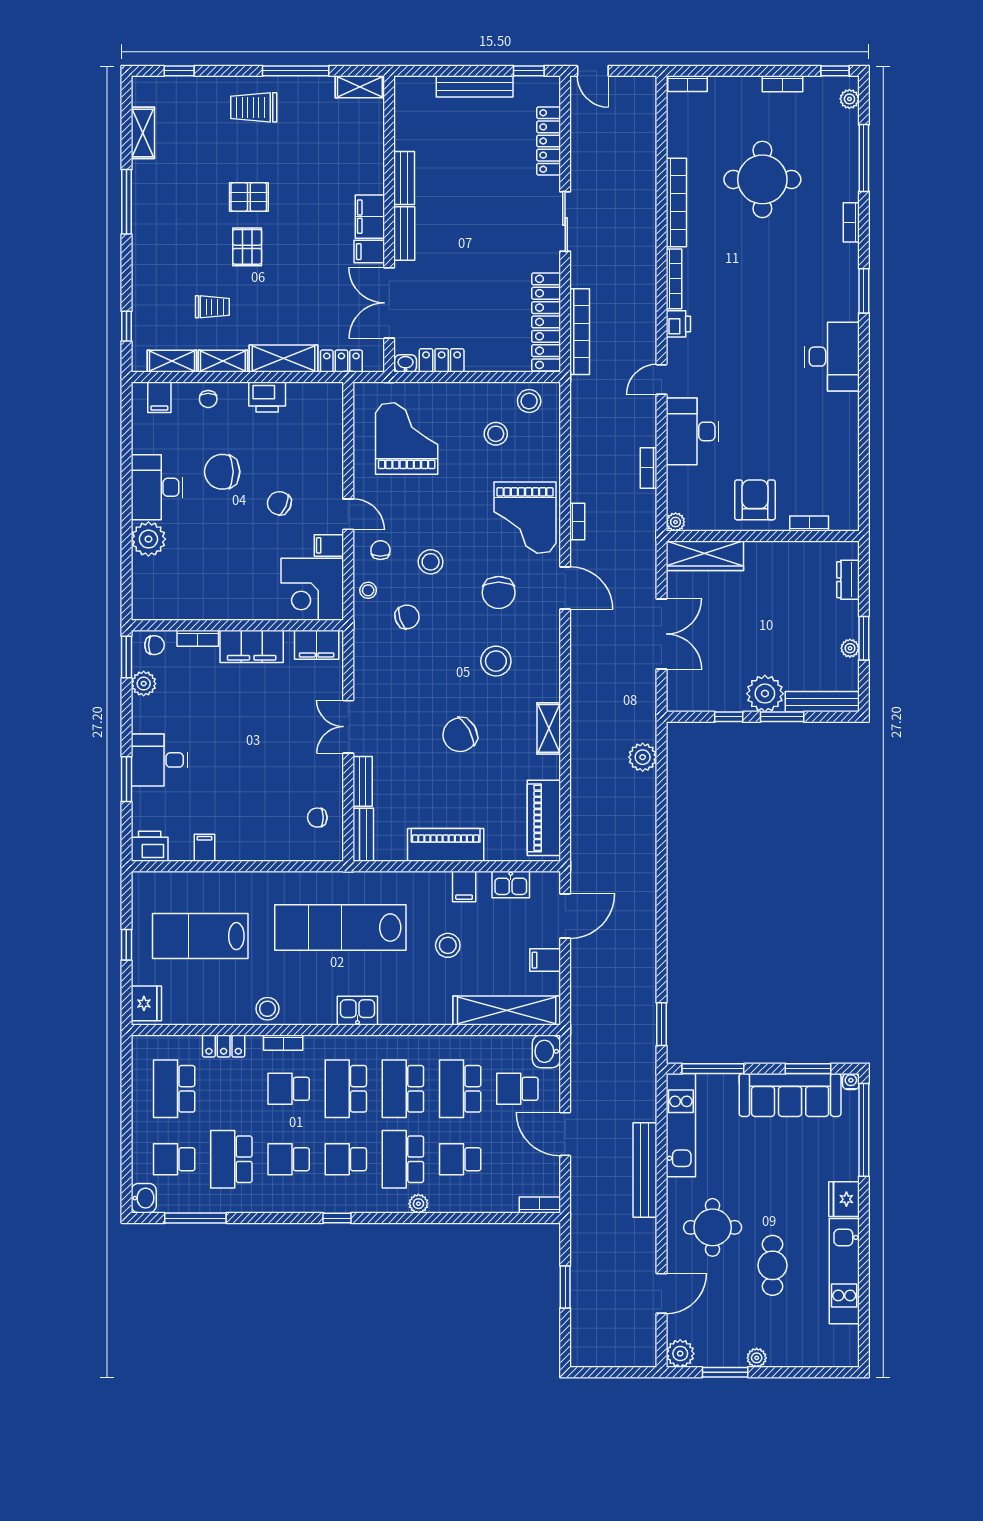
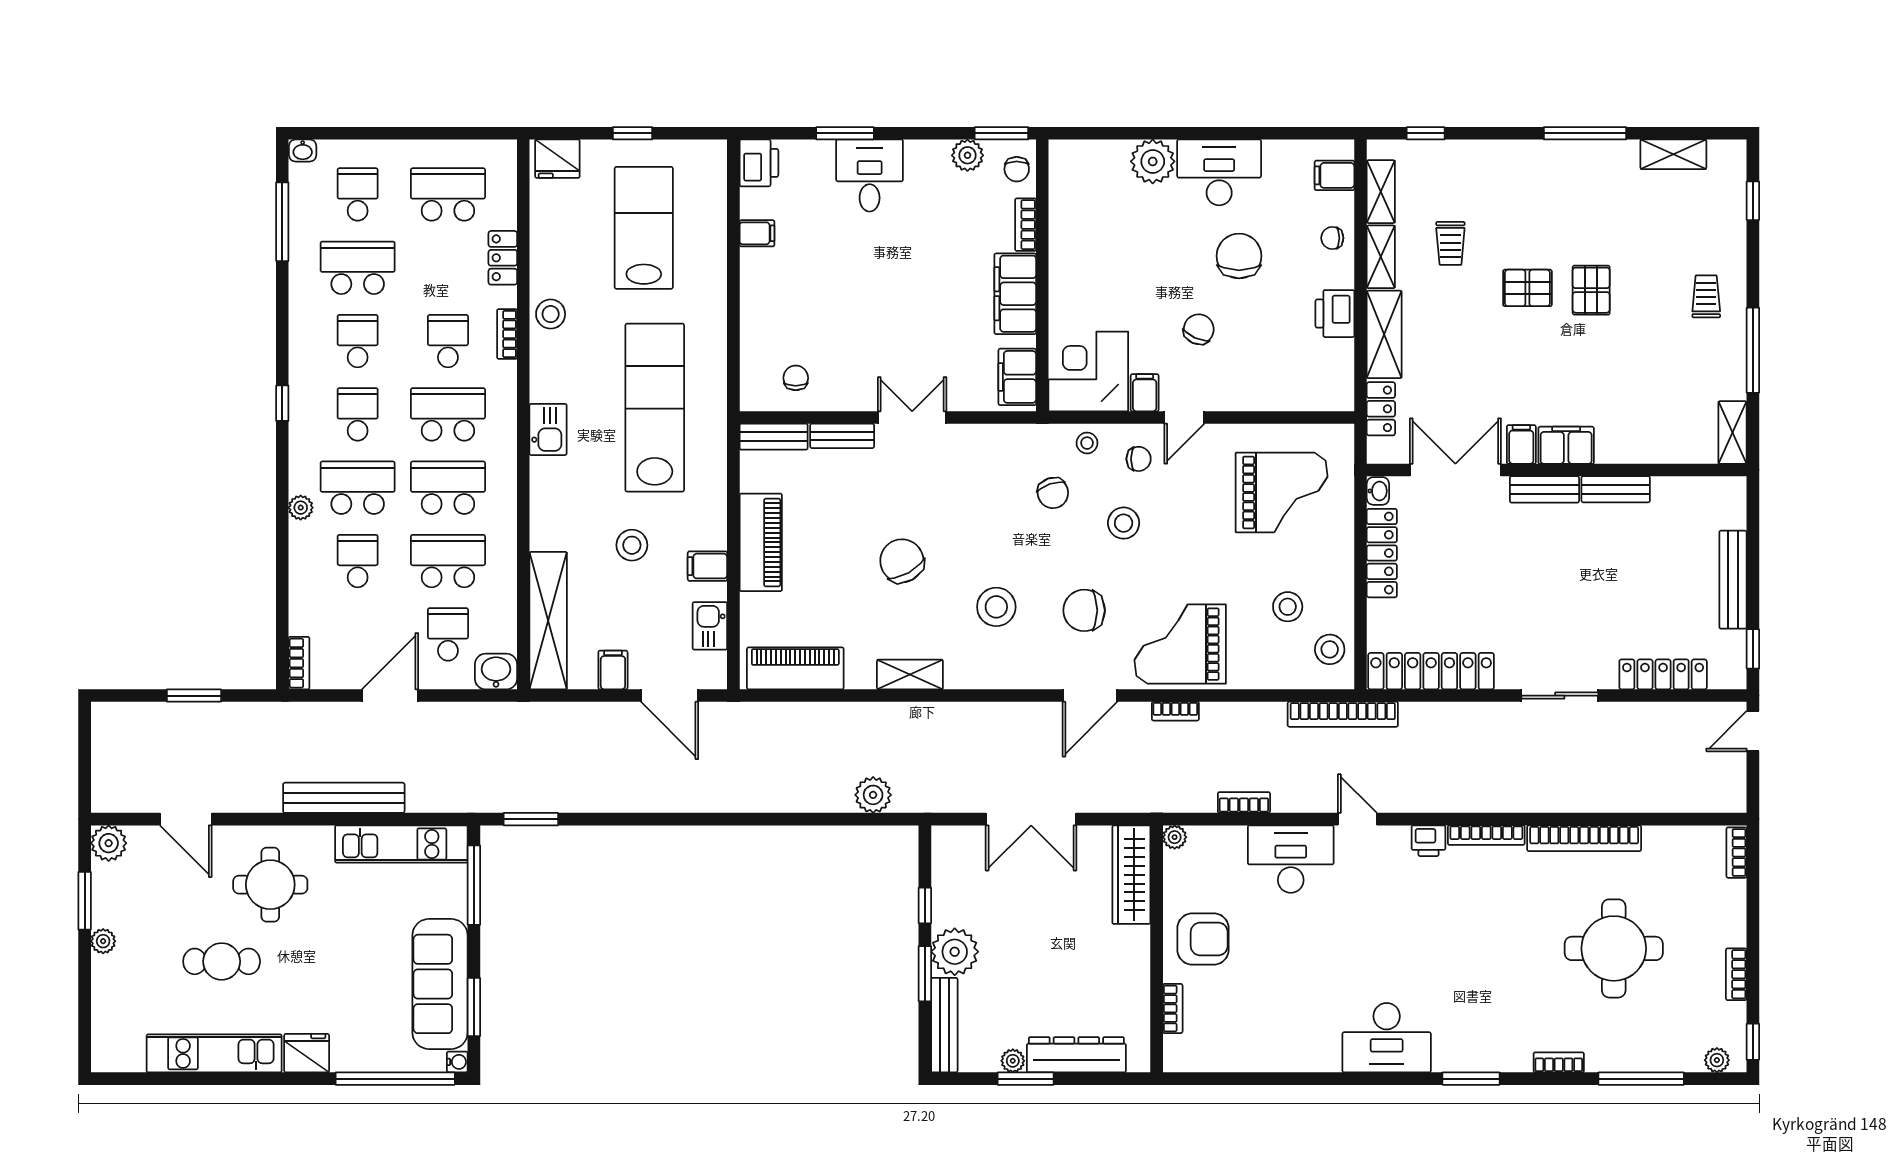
trolley: (254, 107) -> (1706, 296), width x0.73, depth x0.72
bookcase: (580, 332) -> (1343, 714), moved
locker: (442, 360) -> (1382, 553), width x1.53
dresser: (848, 580) -> (1076, 1055), width x1.96, depth x1.24
washbasin: (144, 1198) -> (303, 150), width x0.72, depth x0.69

